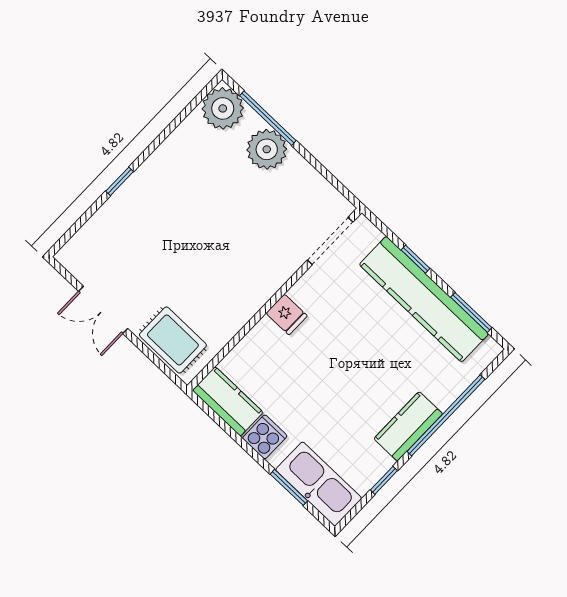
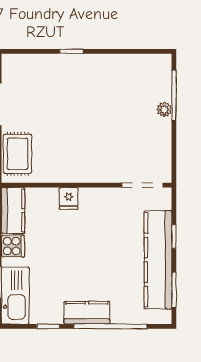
plant: (223, 108) -> (157, 68), removed
plant: (267, 149) -> (164, 110), width x0.53, depth x0.53
fridge: (287, 314) -> (69, 198), moved

